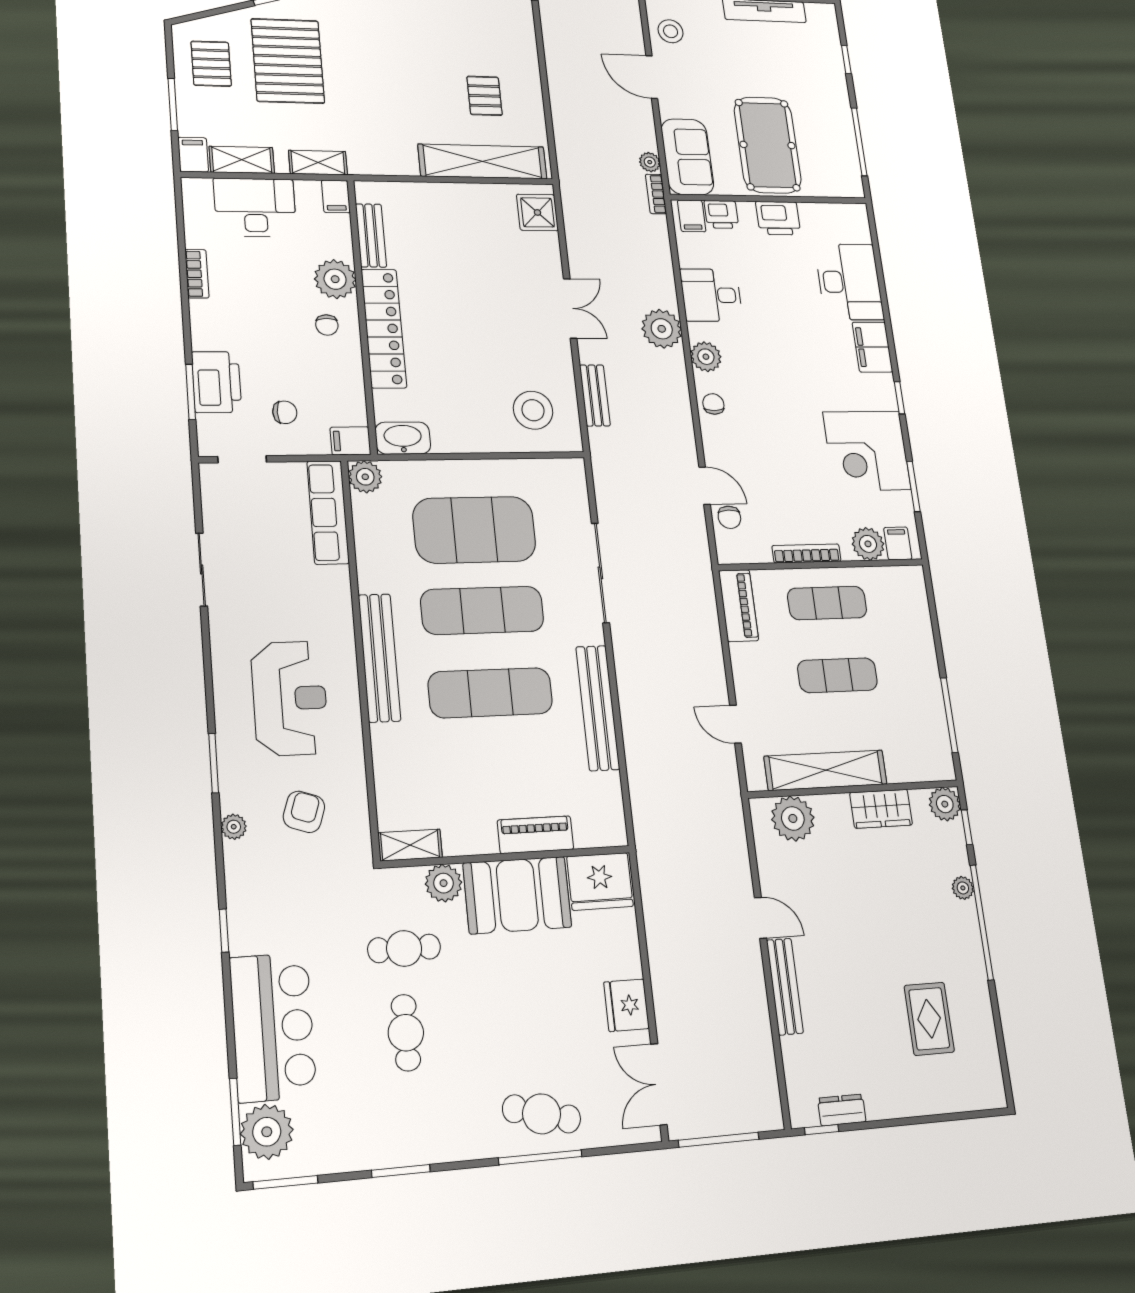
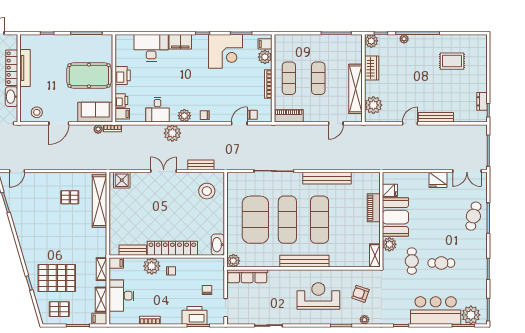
filing cabinet: (350, 441) -> (219, 265), removed
fridge: (600, 881) -> (390, 190), width x0.53, depth x0.75

